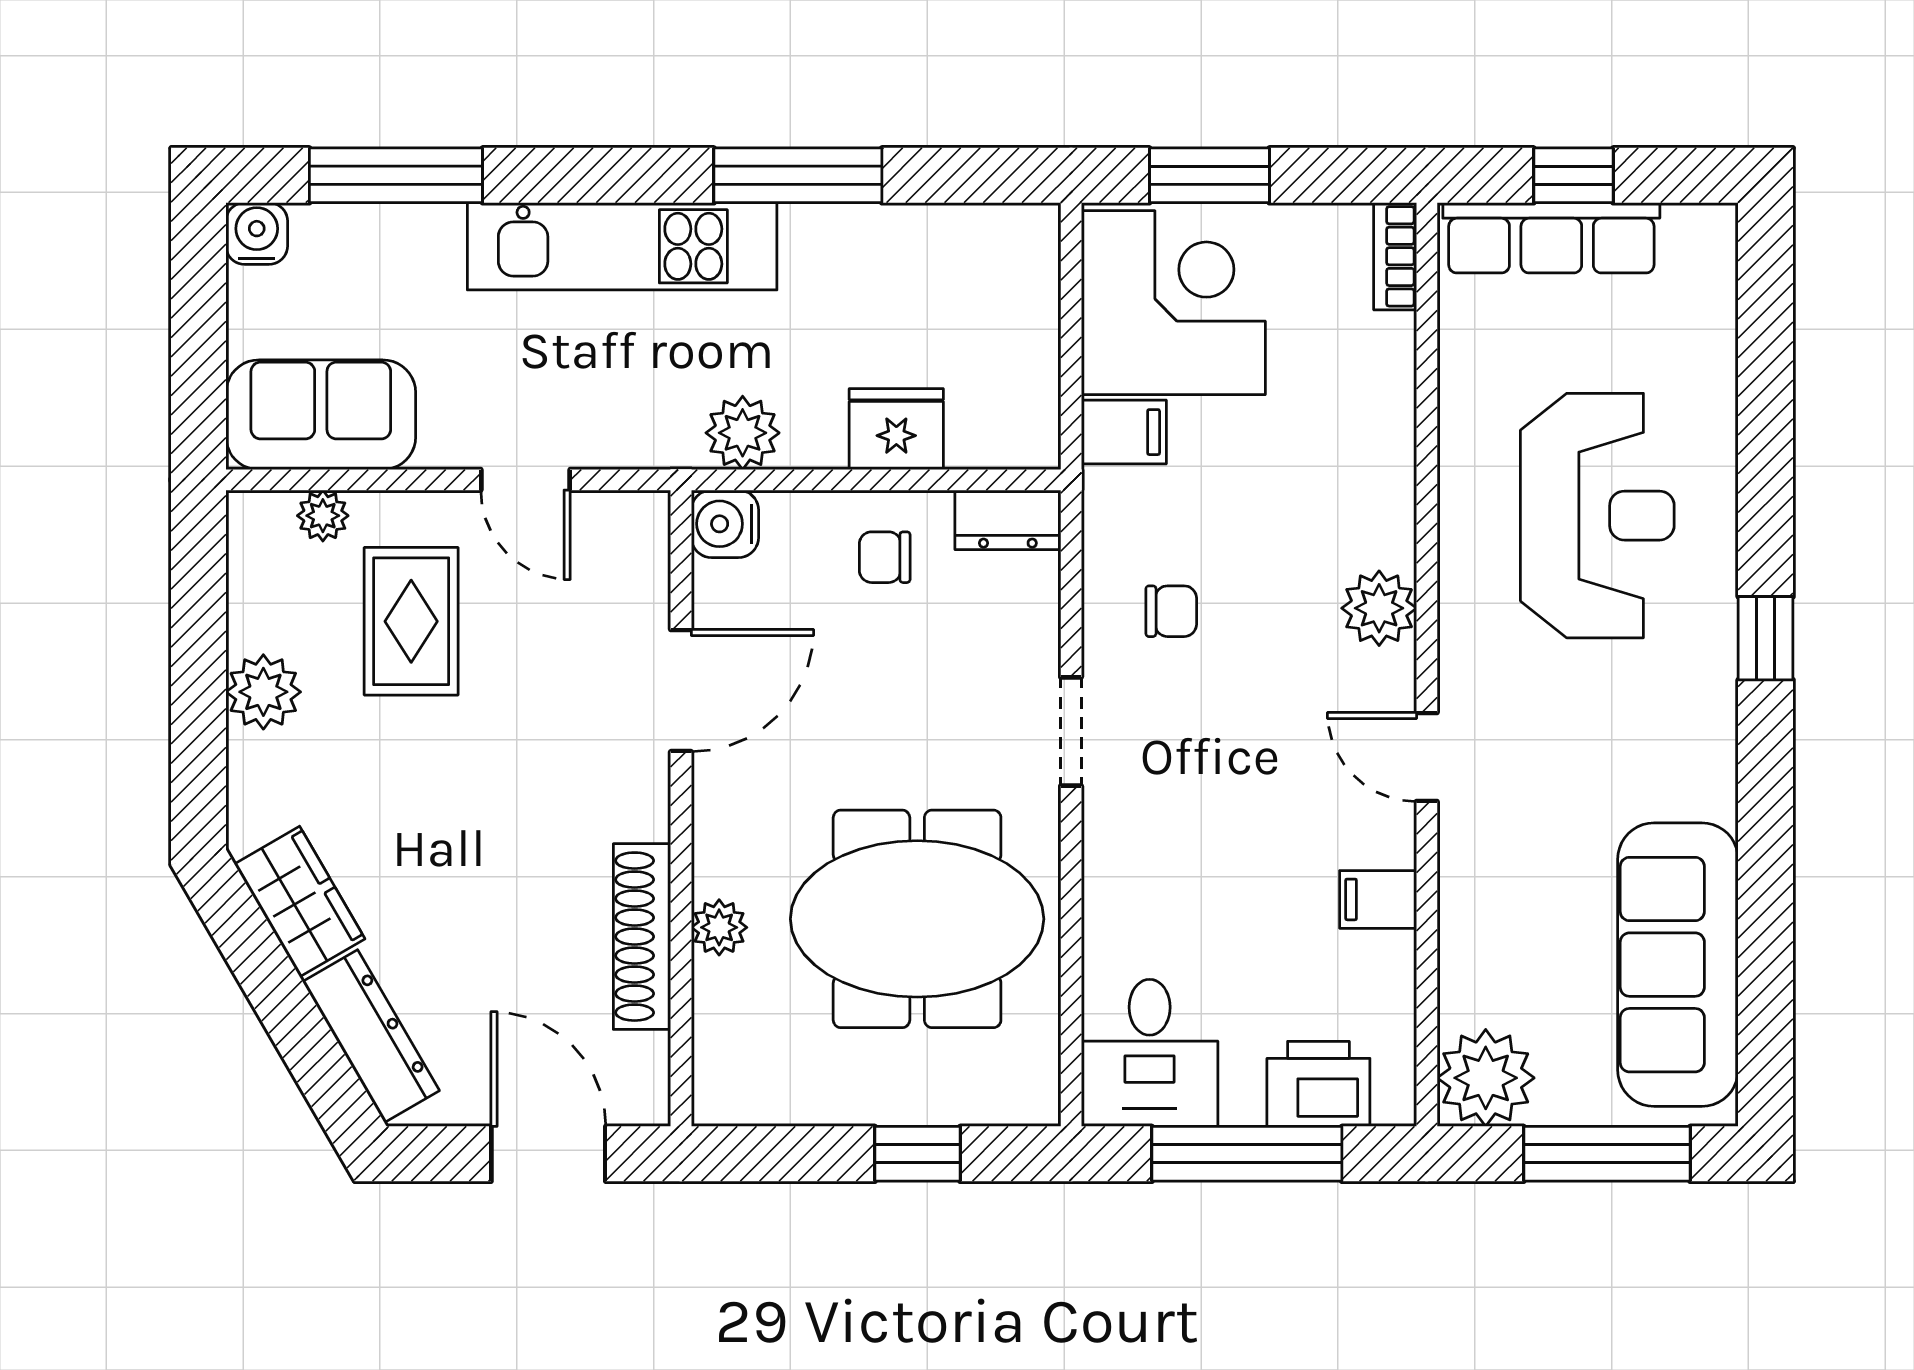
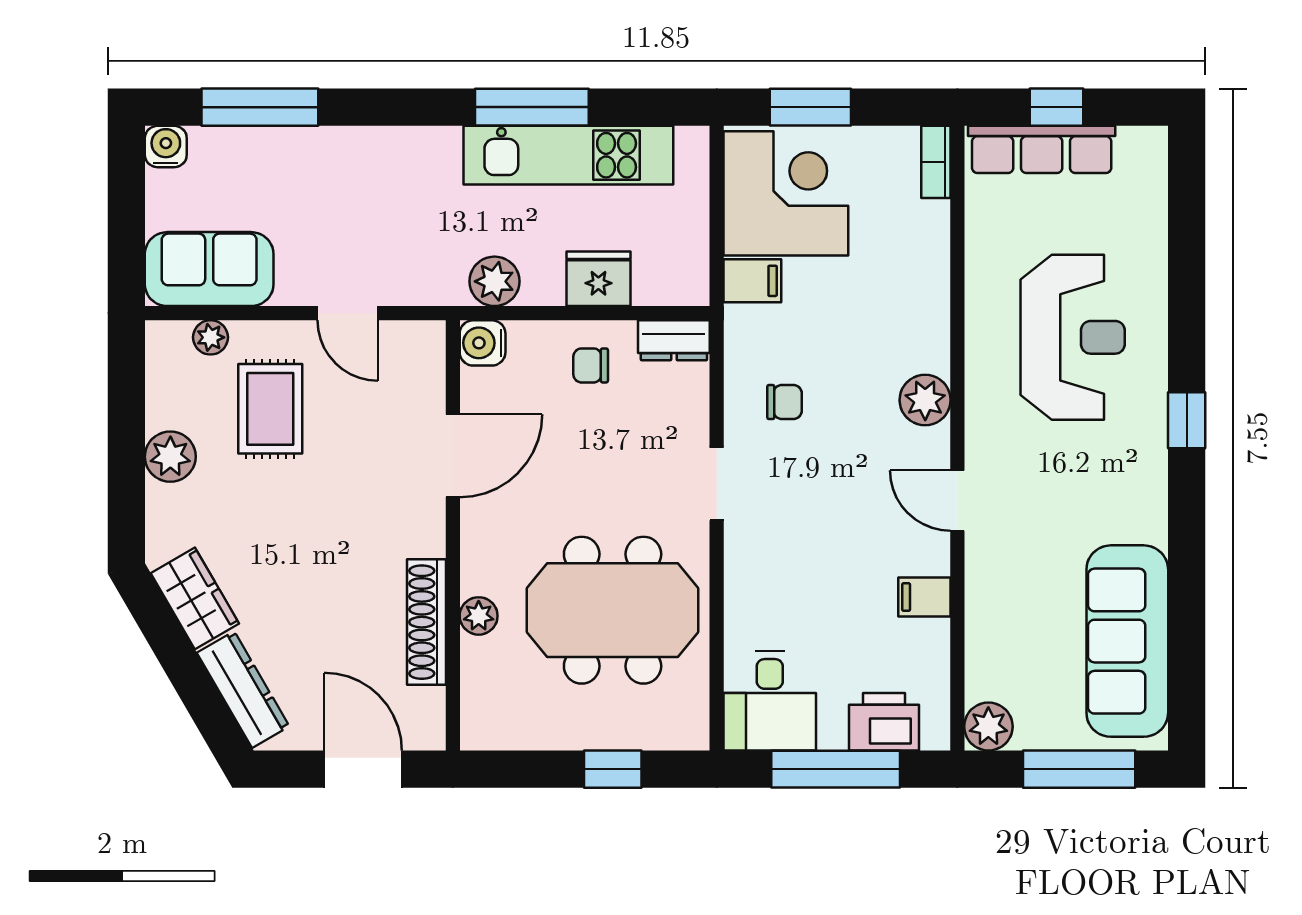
kitchen unit: (622, 246) -> (568, 155), moved
plant: (1486, 1078) -> (988, 727), width x0.73, depth x0.73

